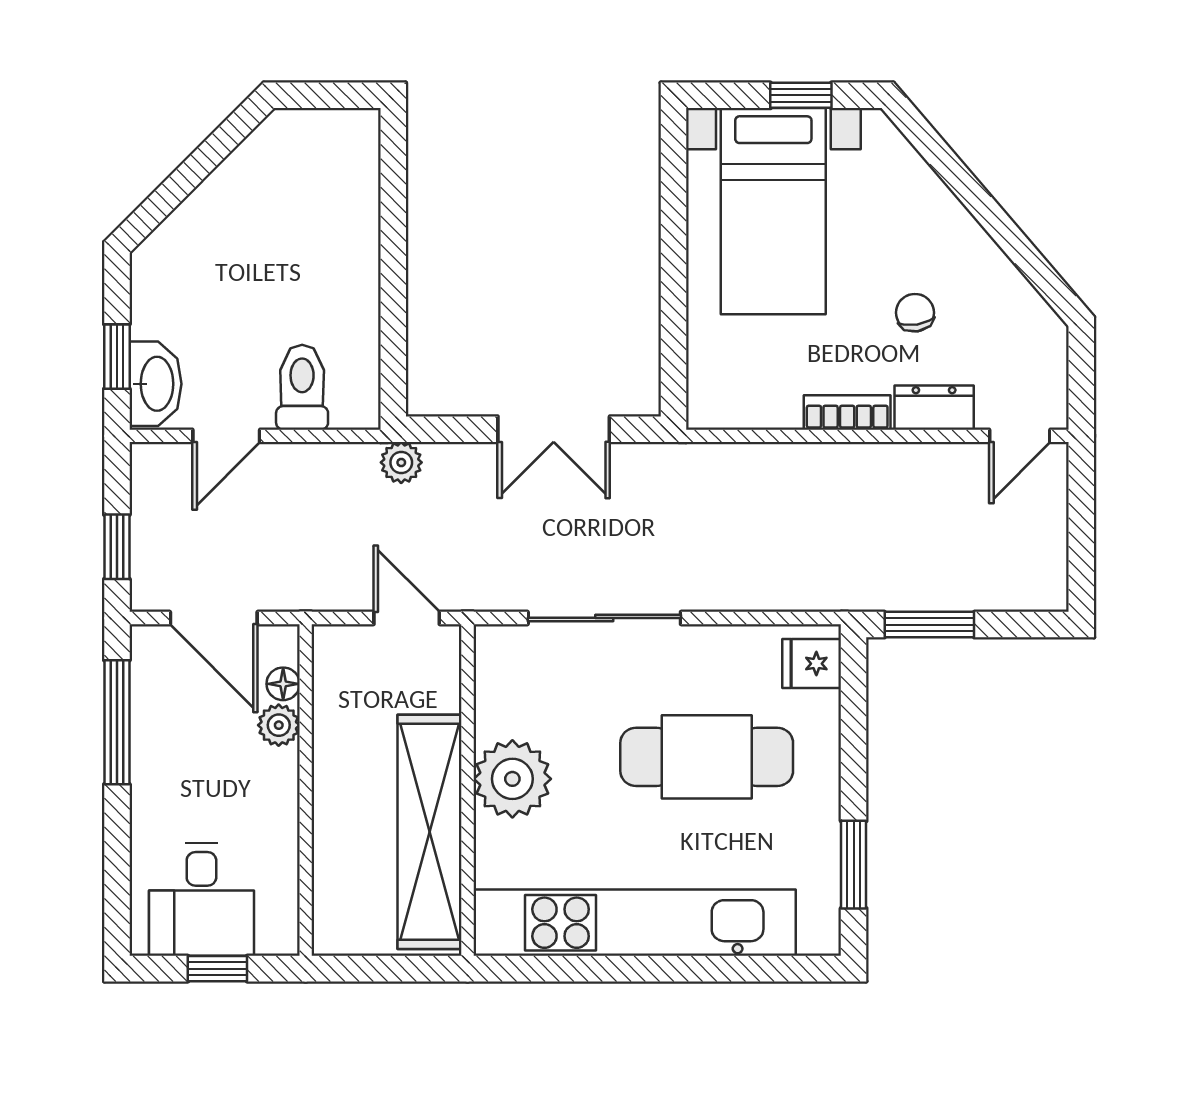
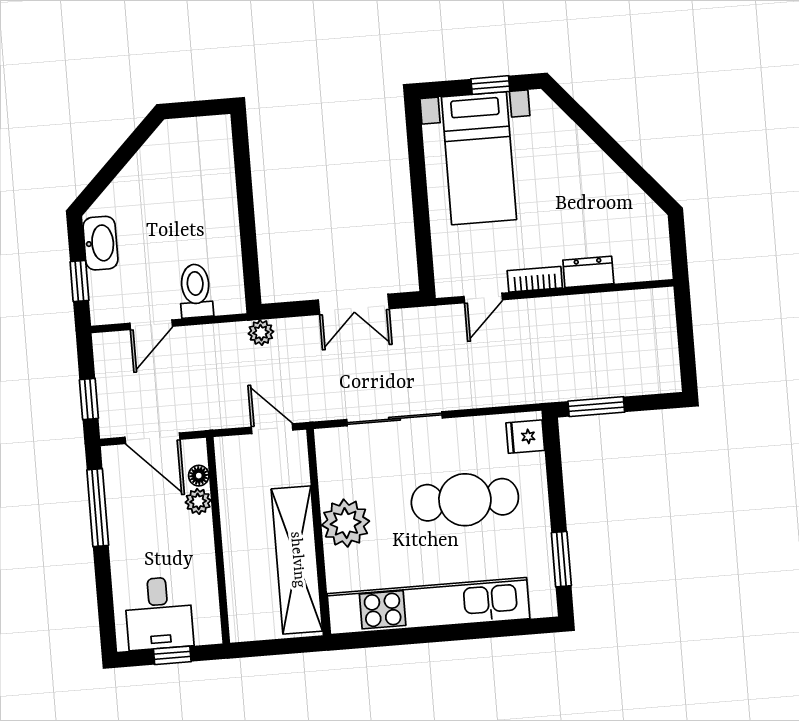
chair: (915, 313) -> (572, 214), removed
washbasin: (155, 384) -> (100, 243), moved
door: (1020, 436) -> (483, 298), moved

